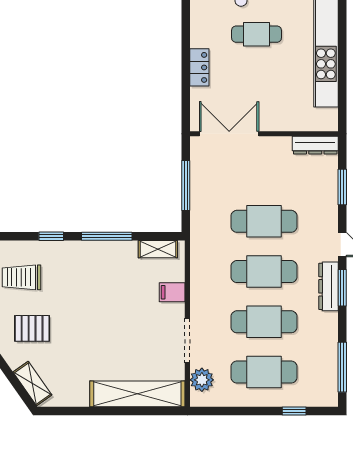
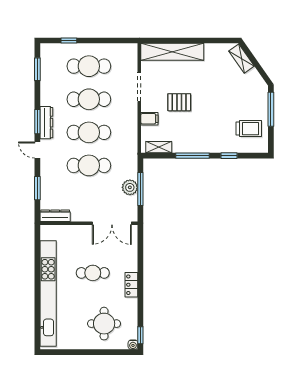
cafe table: (257, 34) -> (93, 273), moved
locker: (199, 67) -> (131, 285), moved
pallet: (32, 328) -> (179, 102), moved
window: (342, 367) -> (37, 69), width x0.69
plant: (202, 380) -> (130, 187), moved

